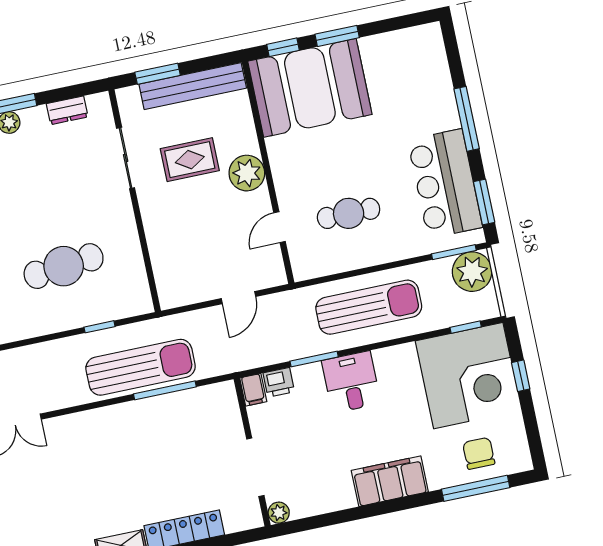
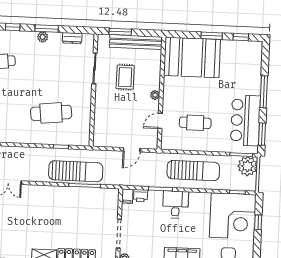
window: (283, 47) -> (241, 37), moved
rug: (190, 160) -> (125, 77), turned 90
plant: (247, 173) -> (155, 95), width x0.53, depth x0.53

